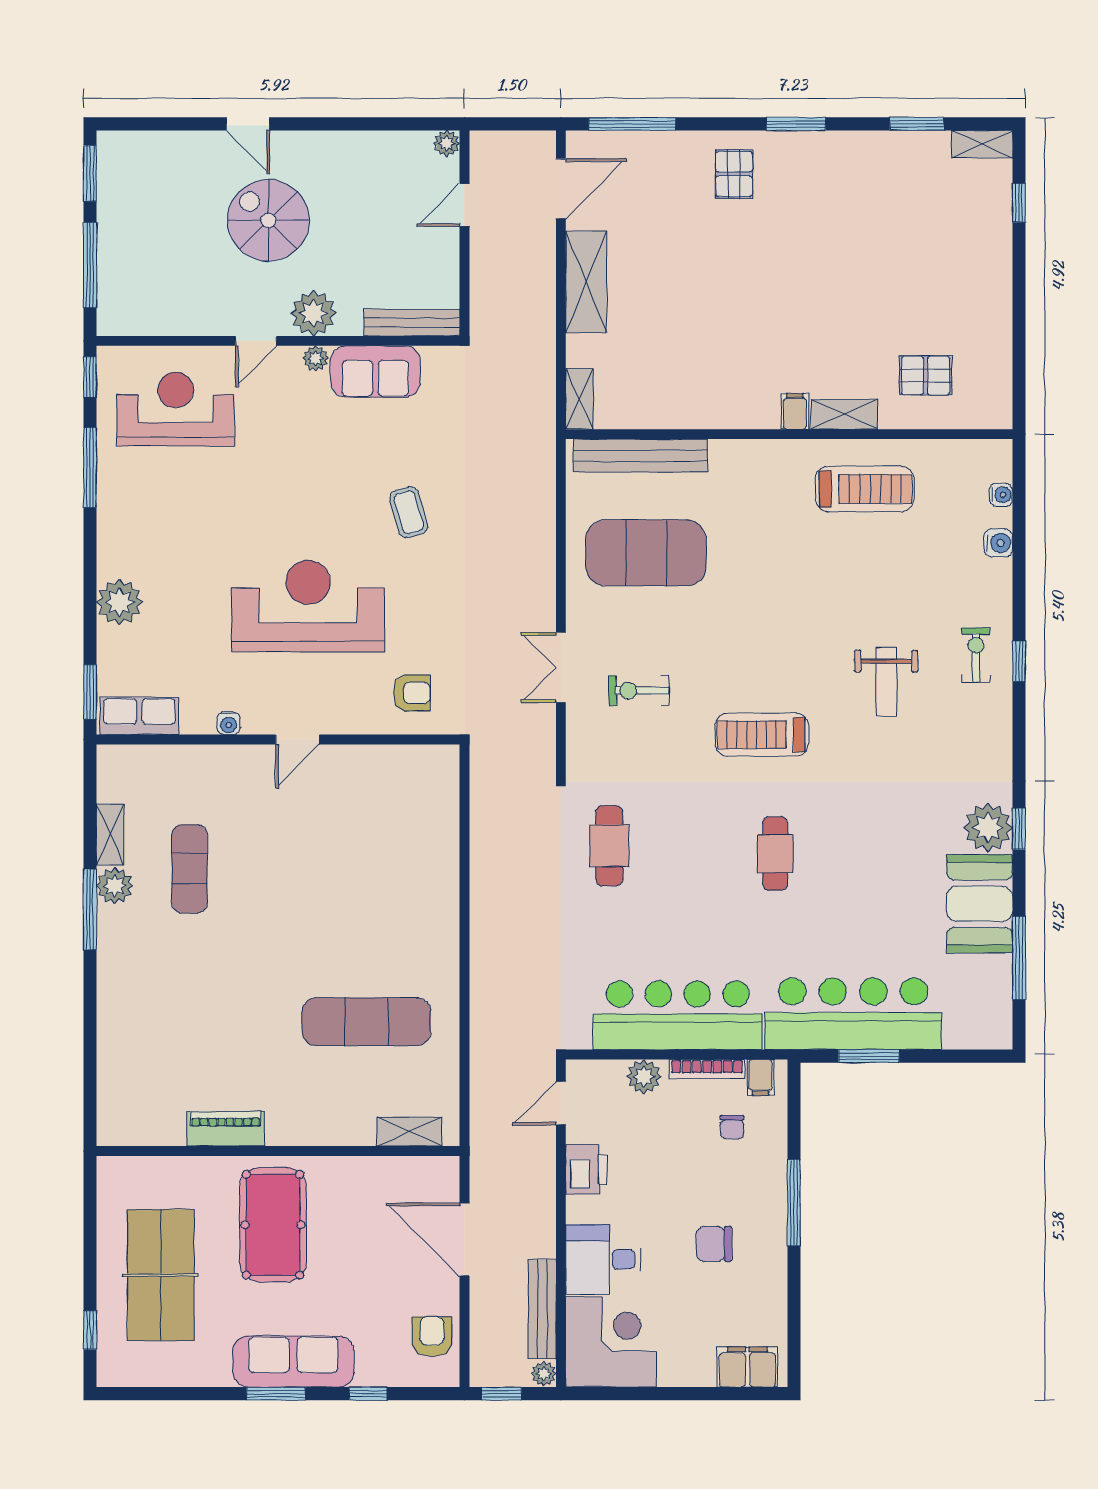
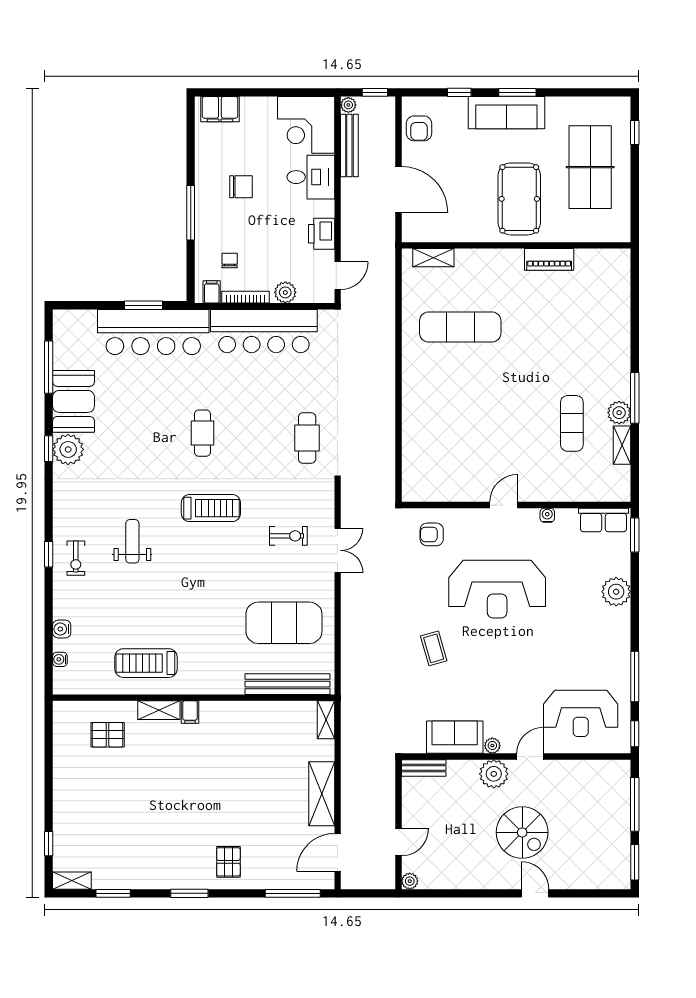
bench: (412, 323) -> (424, 768), width x0.73

